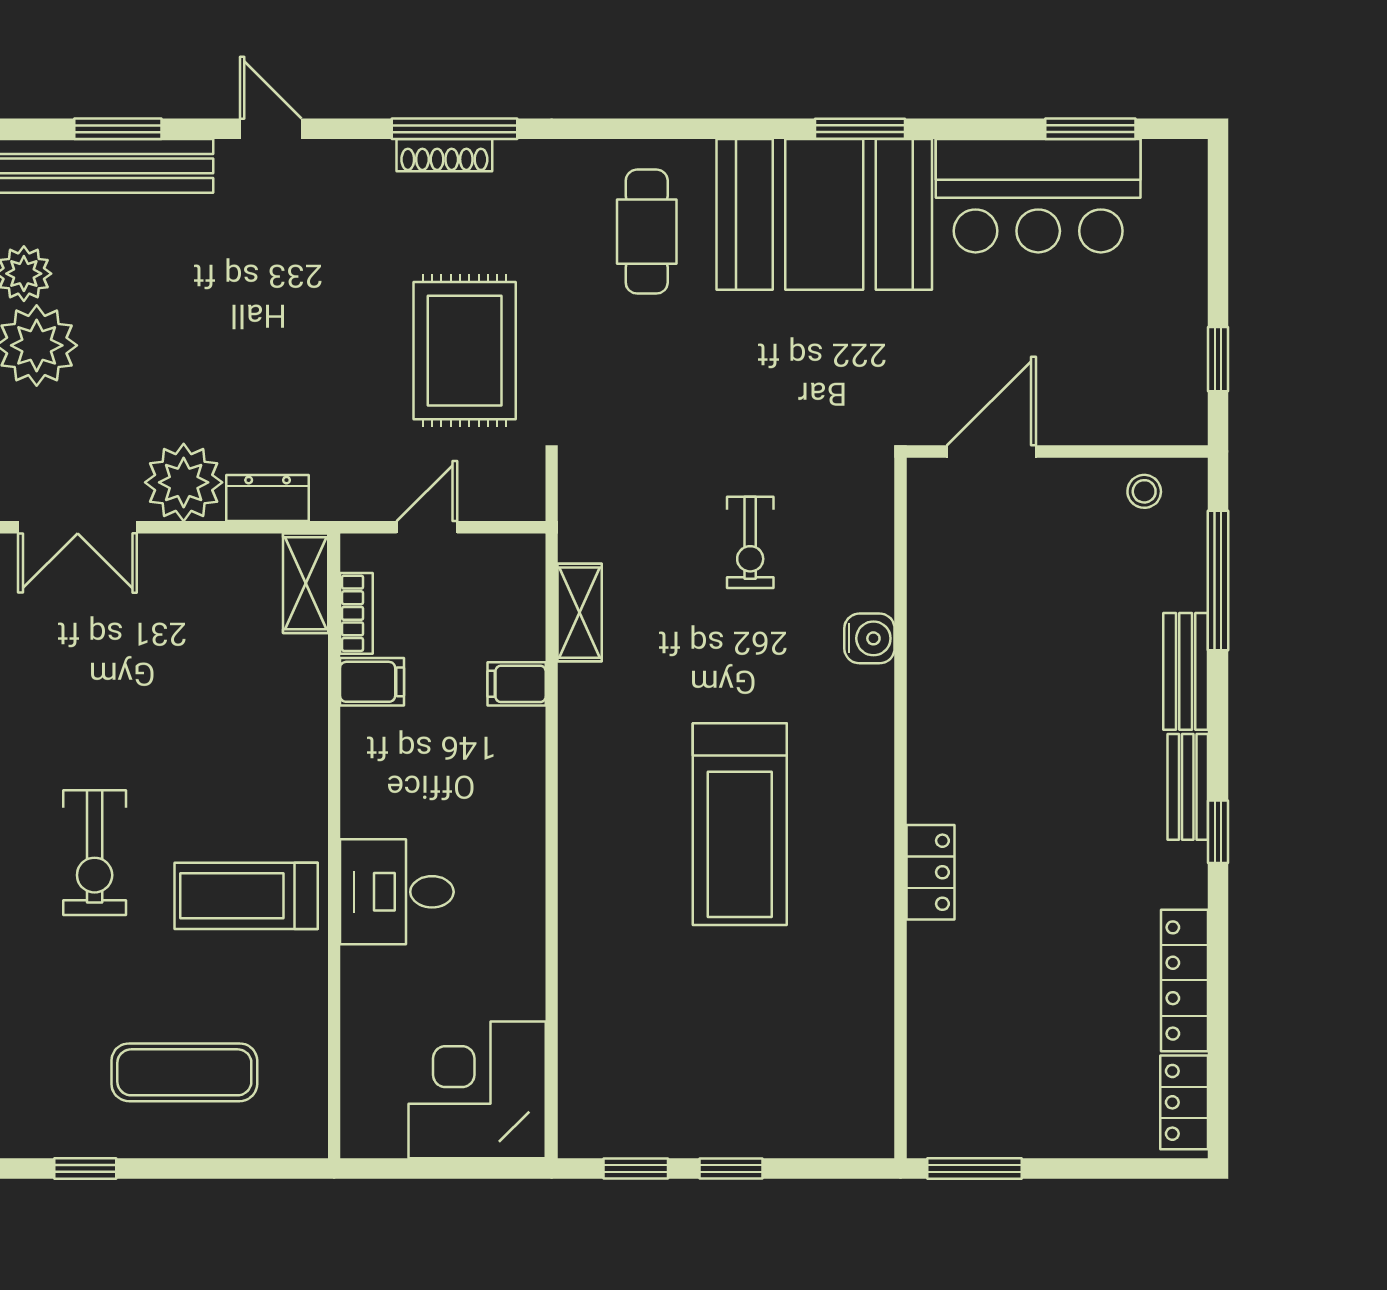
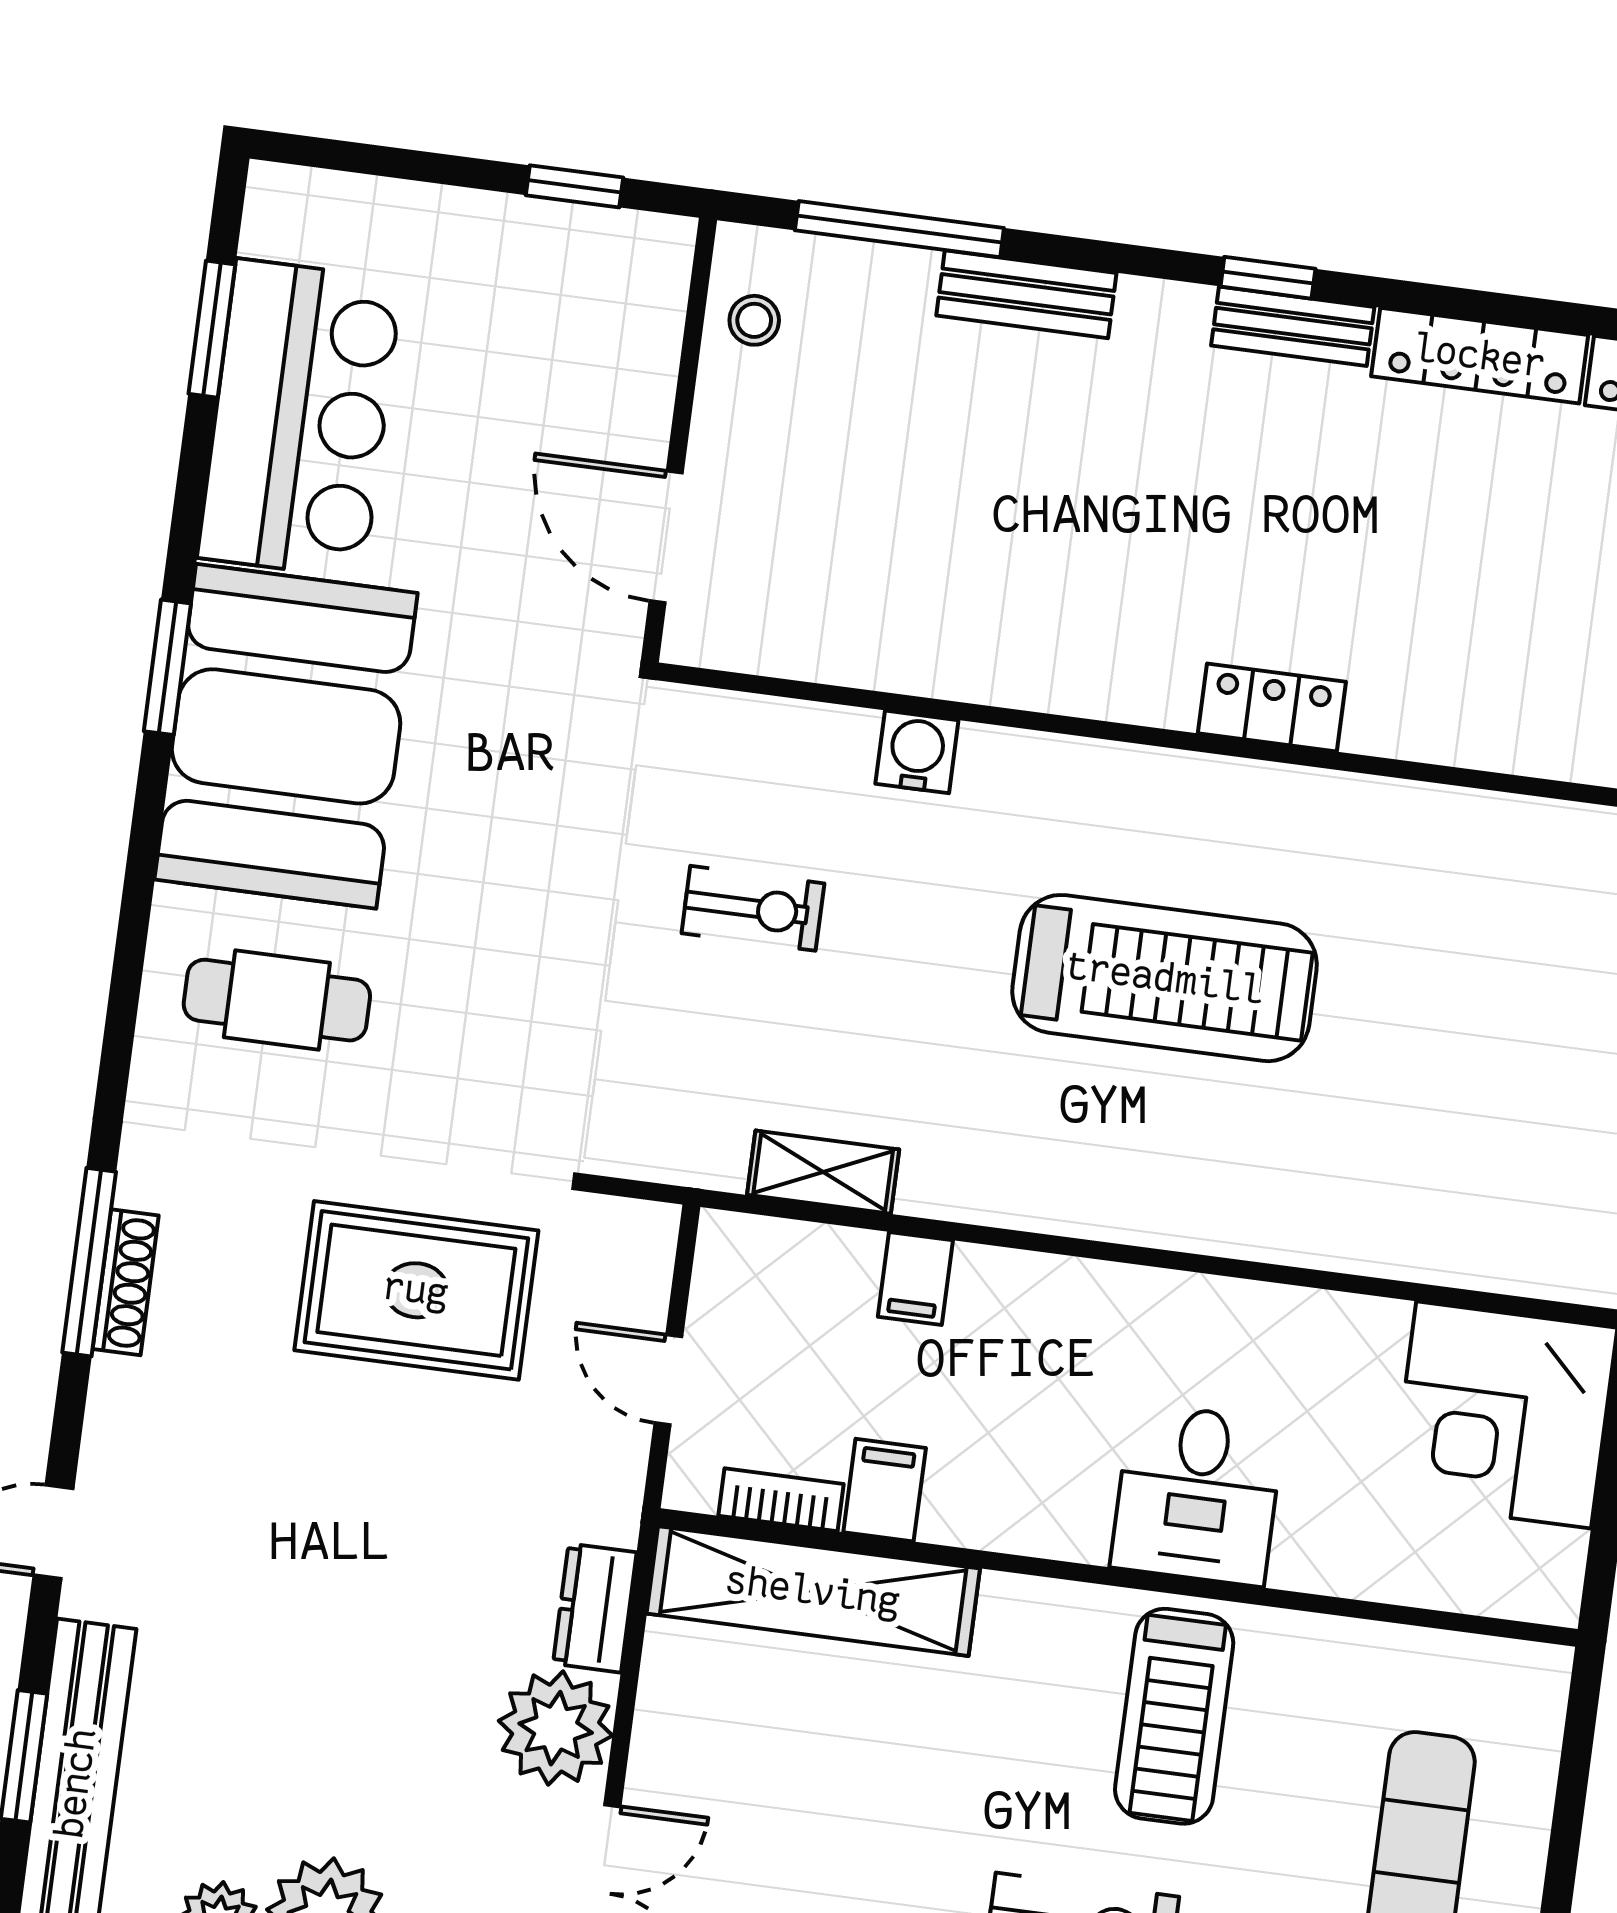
shelving: (306, 583) -> (813, 1591), width x2.20, depth x1.33
bench: (1188, 787) -> (1293, 326), moved

